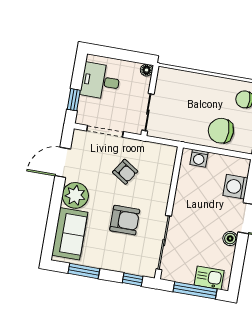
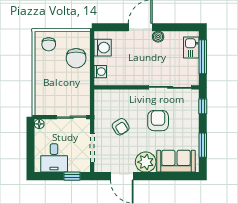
armchair: (125, 172) -> (121, 127), turned 115
washing machine: (235, 187) -> (103, 48), moved, turned -90

